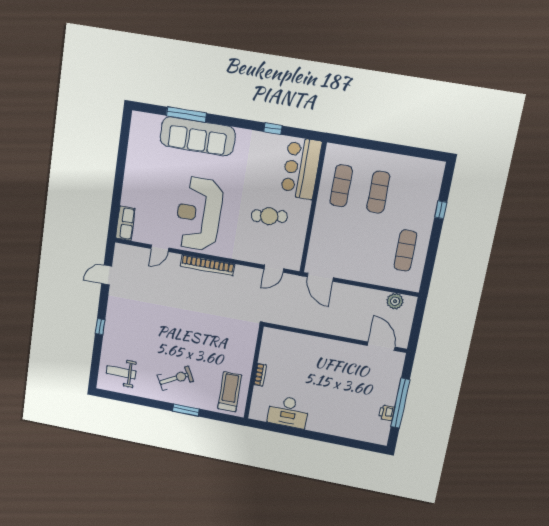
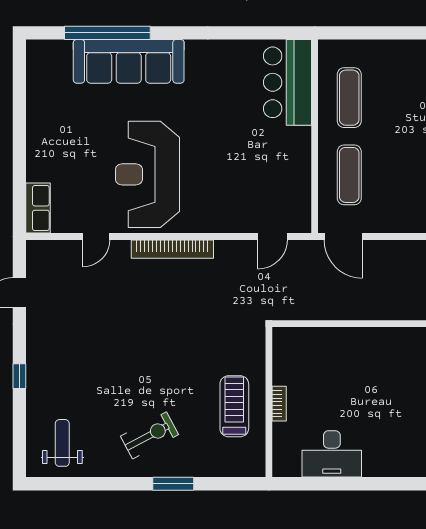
window: (186, 114) -> (107, 33), width x1.46
window: (273, 129) -> (237, 33), removed
exercise mat: (378, 192) -> (349, 175), moved
cafe table: (269, 216) -> (253, 159), removed
weight bench: (121, 372) -> (62, 443), turned 90
treadmill: (230, 392) -> (234, 406), moved

